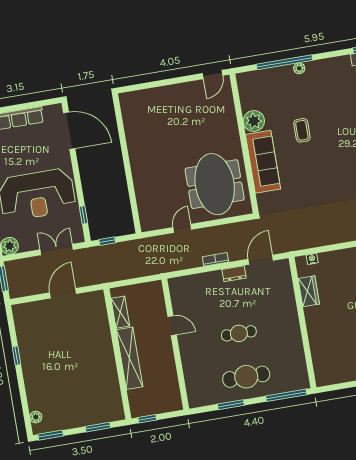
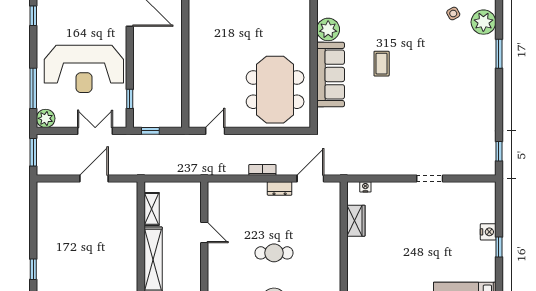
coffee table: (302, 130) -> (382, 64), moved
door: (182, 228) -> (215, 131), moved
window: (16, 356) -> (33, 269), moved

